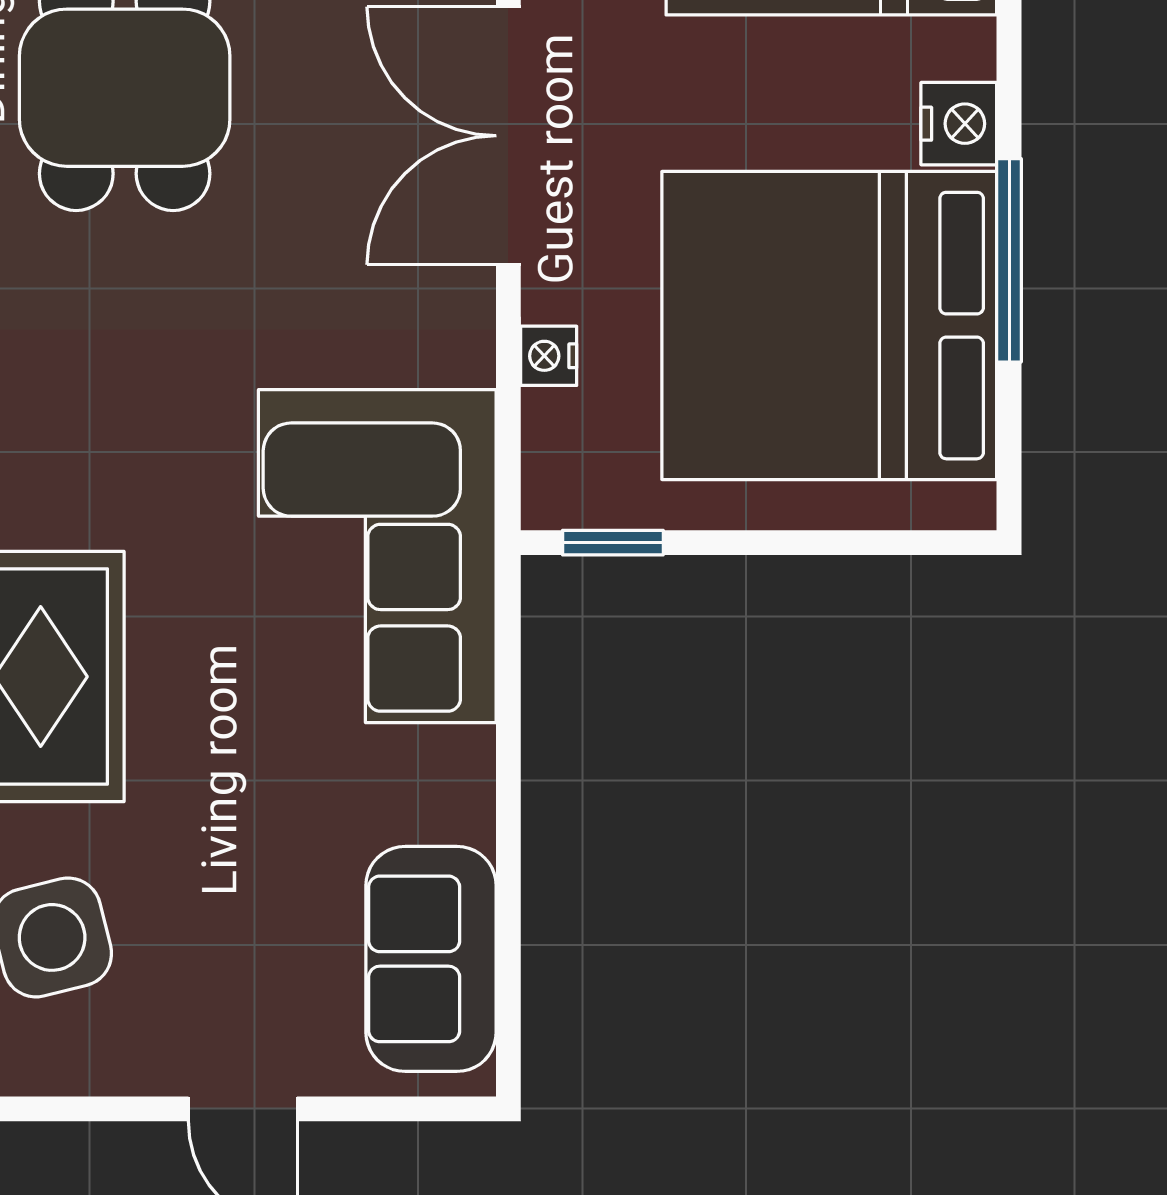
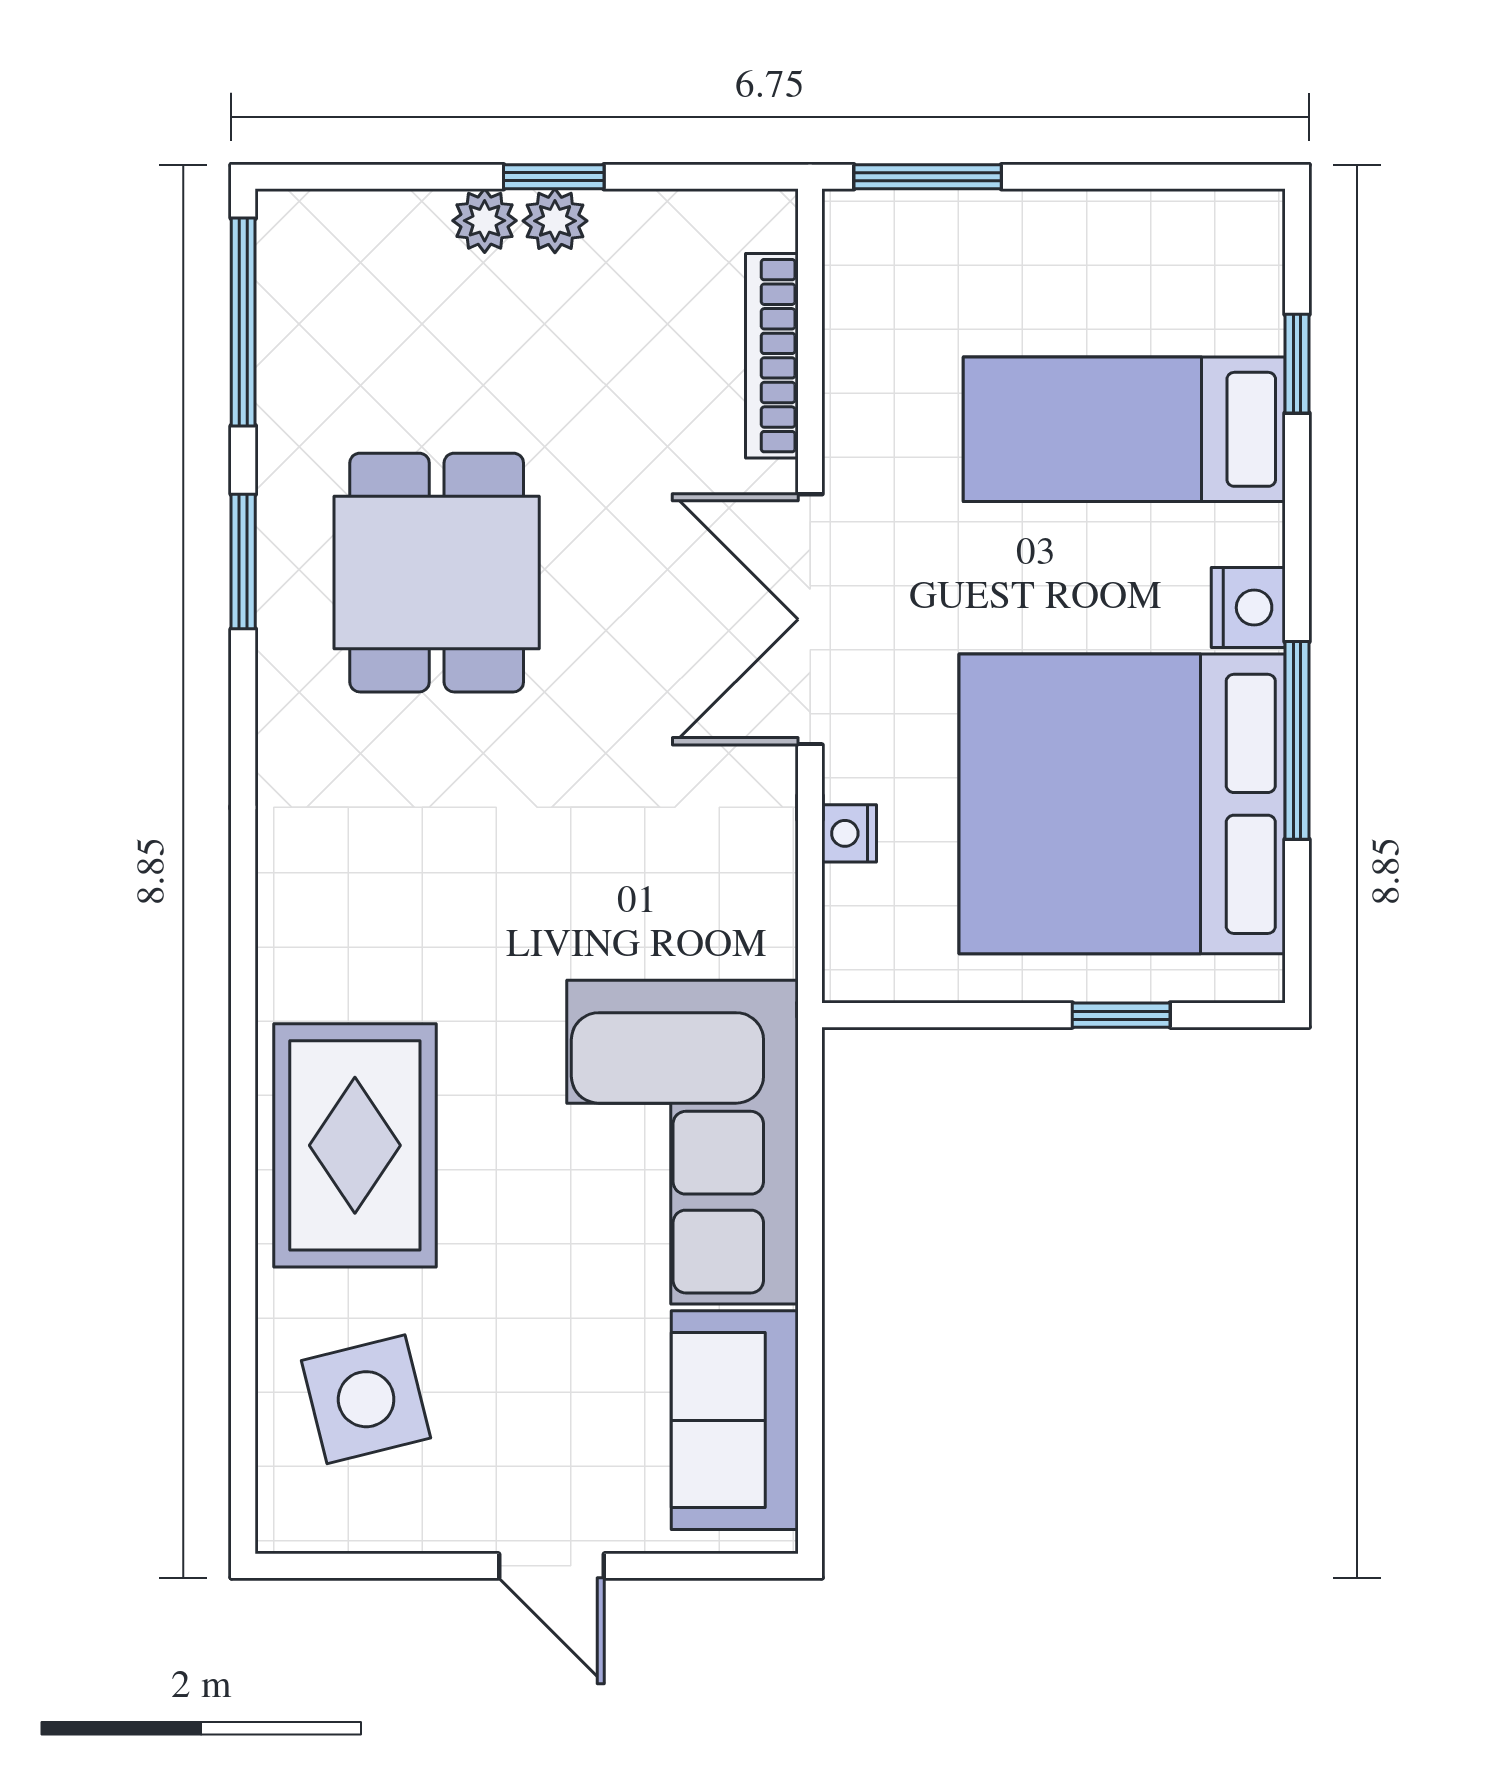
window: (613, 543) -> (1121, 1015), moved
corner sofa: (377, 556) -> (682, 1142), moved

